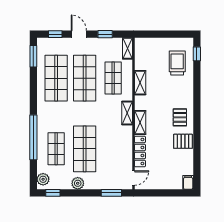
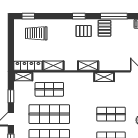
window: (197, 112) -> (79, 16), added
shelving: (127, 113) -> (104, 77), moved
shop shelf: (85, 149) -> (111, 114), width x0.70, depth x0.74
locker: (140, 151) -> (28, 66), moved
window: (197, 152) -> (114, 16), added

